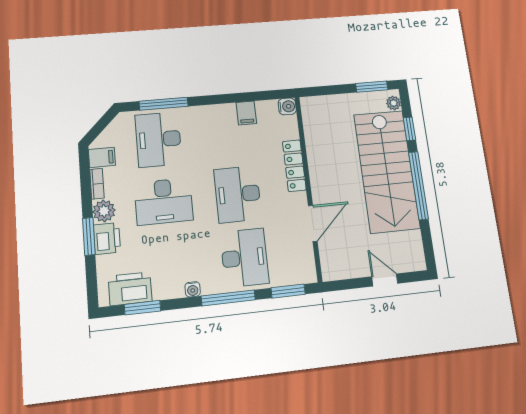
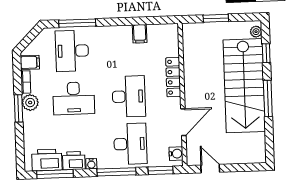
window: (372, 87) -> (216, 18), moved
water cooler: (287, 106) -> (176, 154), moved
window: (418, 185) -> (268, 98), width x0.68
desk: (238, 194) -> (129, 96), turned 180
window: (89, 236) -> (18, 108), moved
printer: (107, 238) -> (74, 161), moved, turned -90
door: (385, 280) -> (210, 169), moved
window: (143, 308) -> (55, 174), width x1.44

